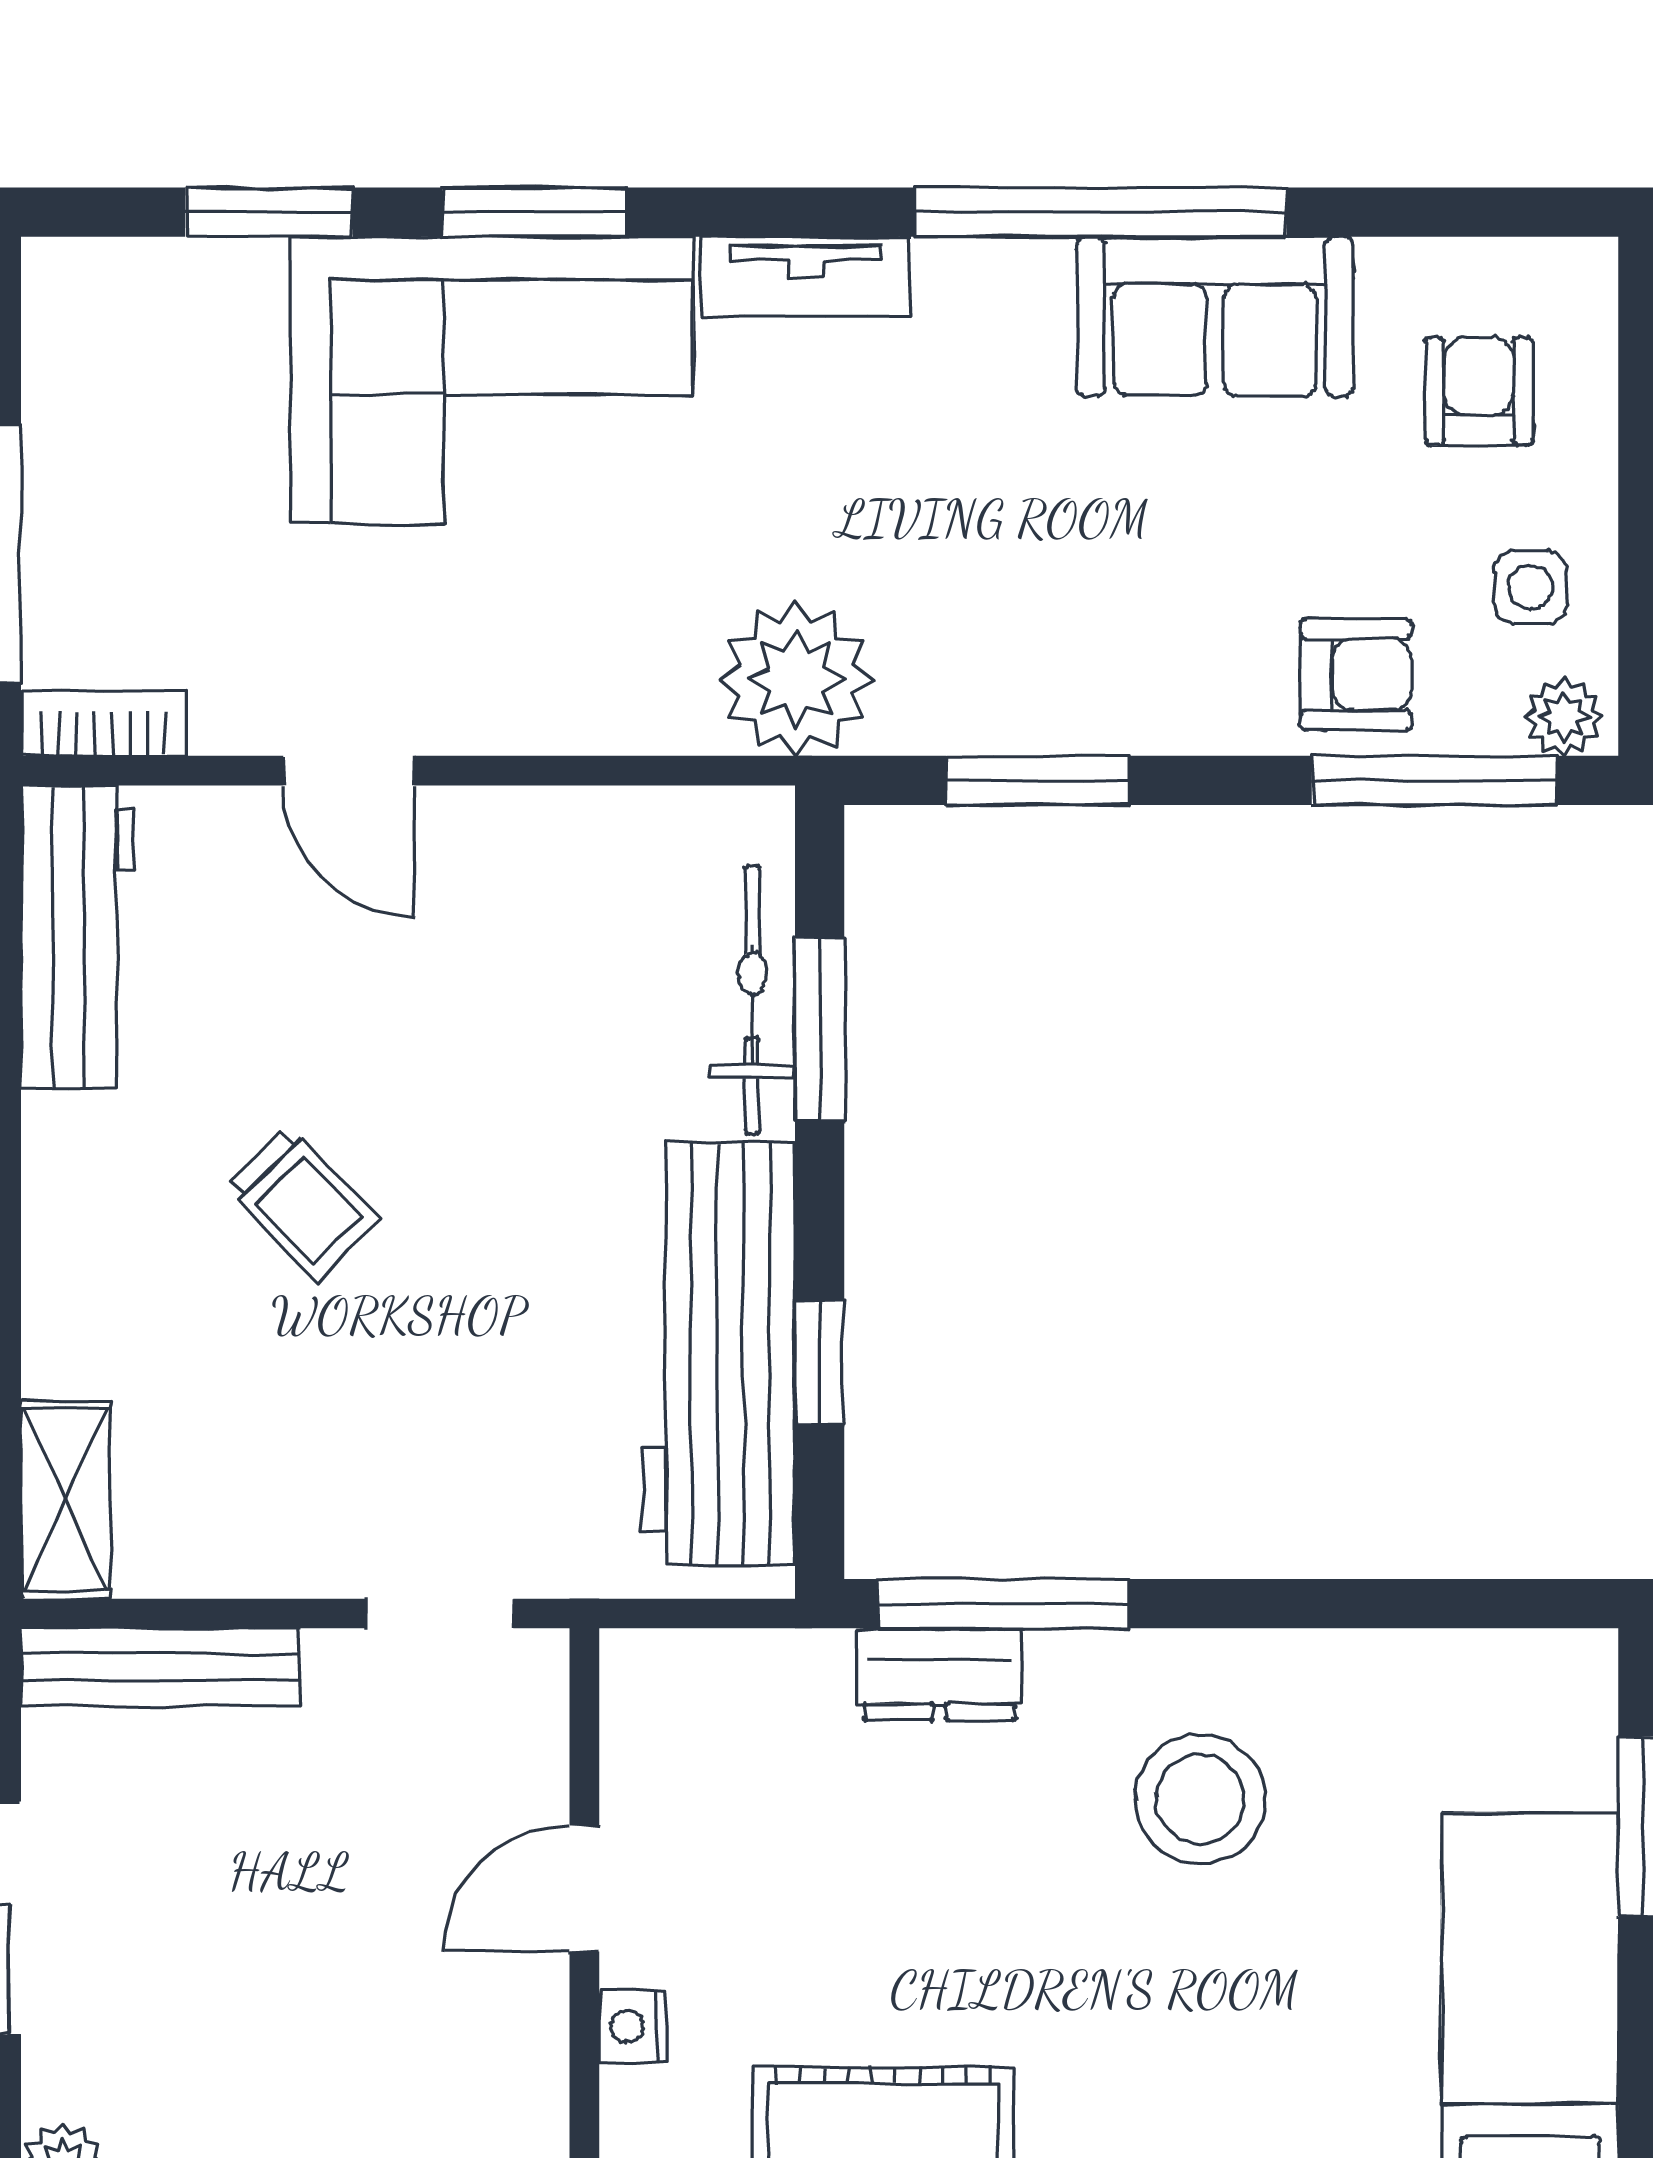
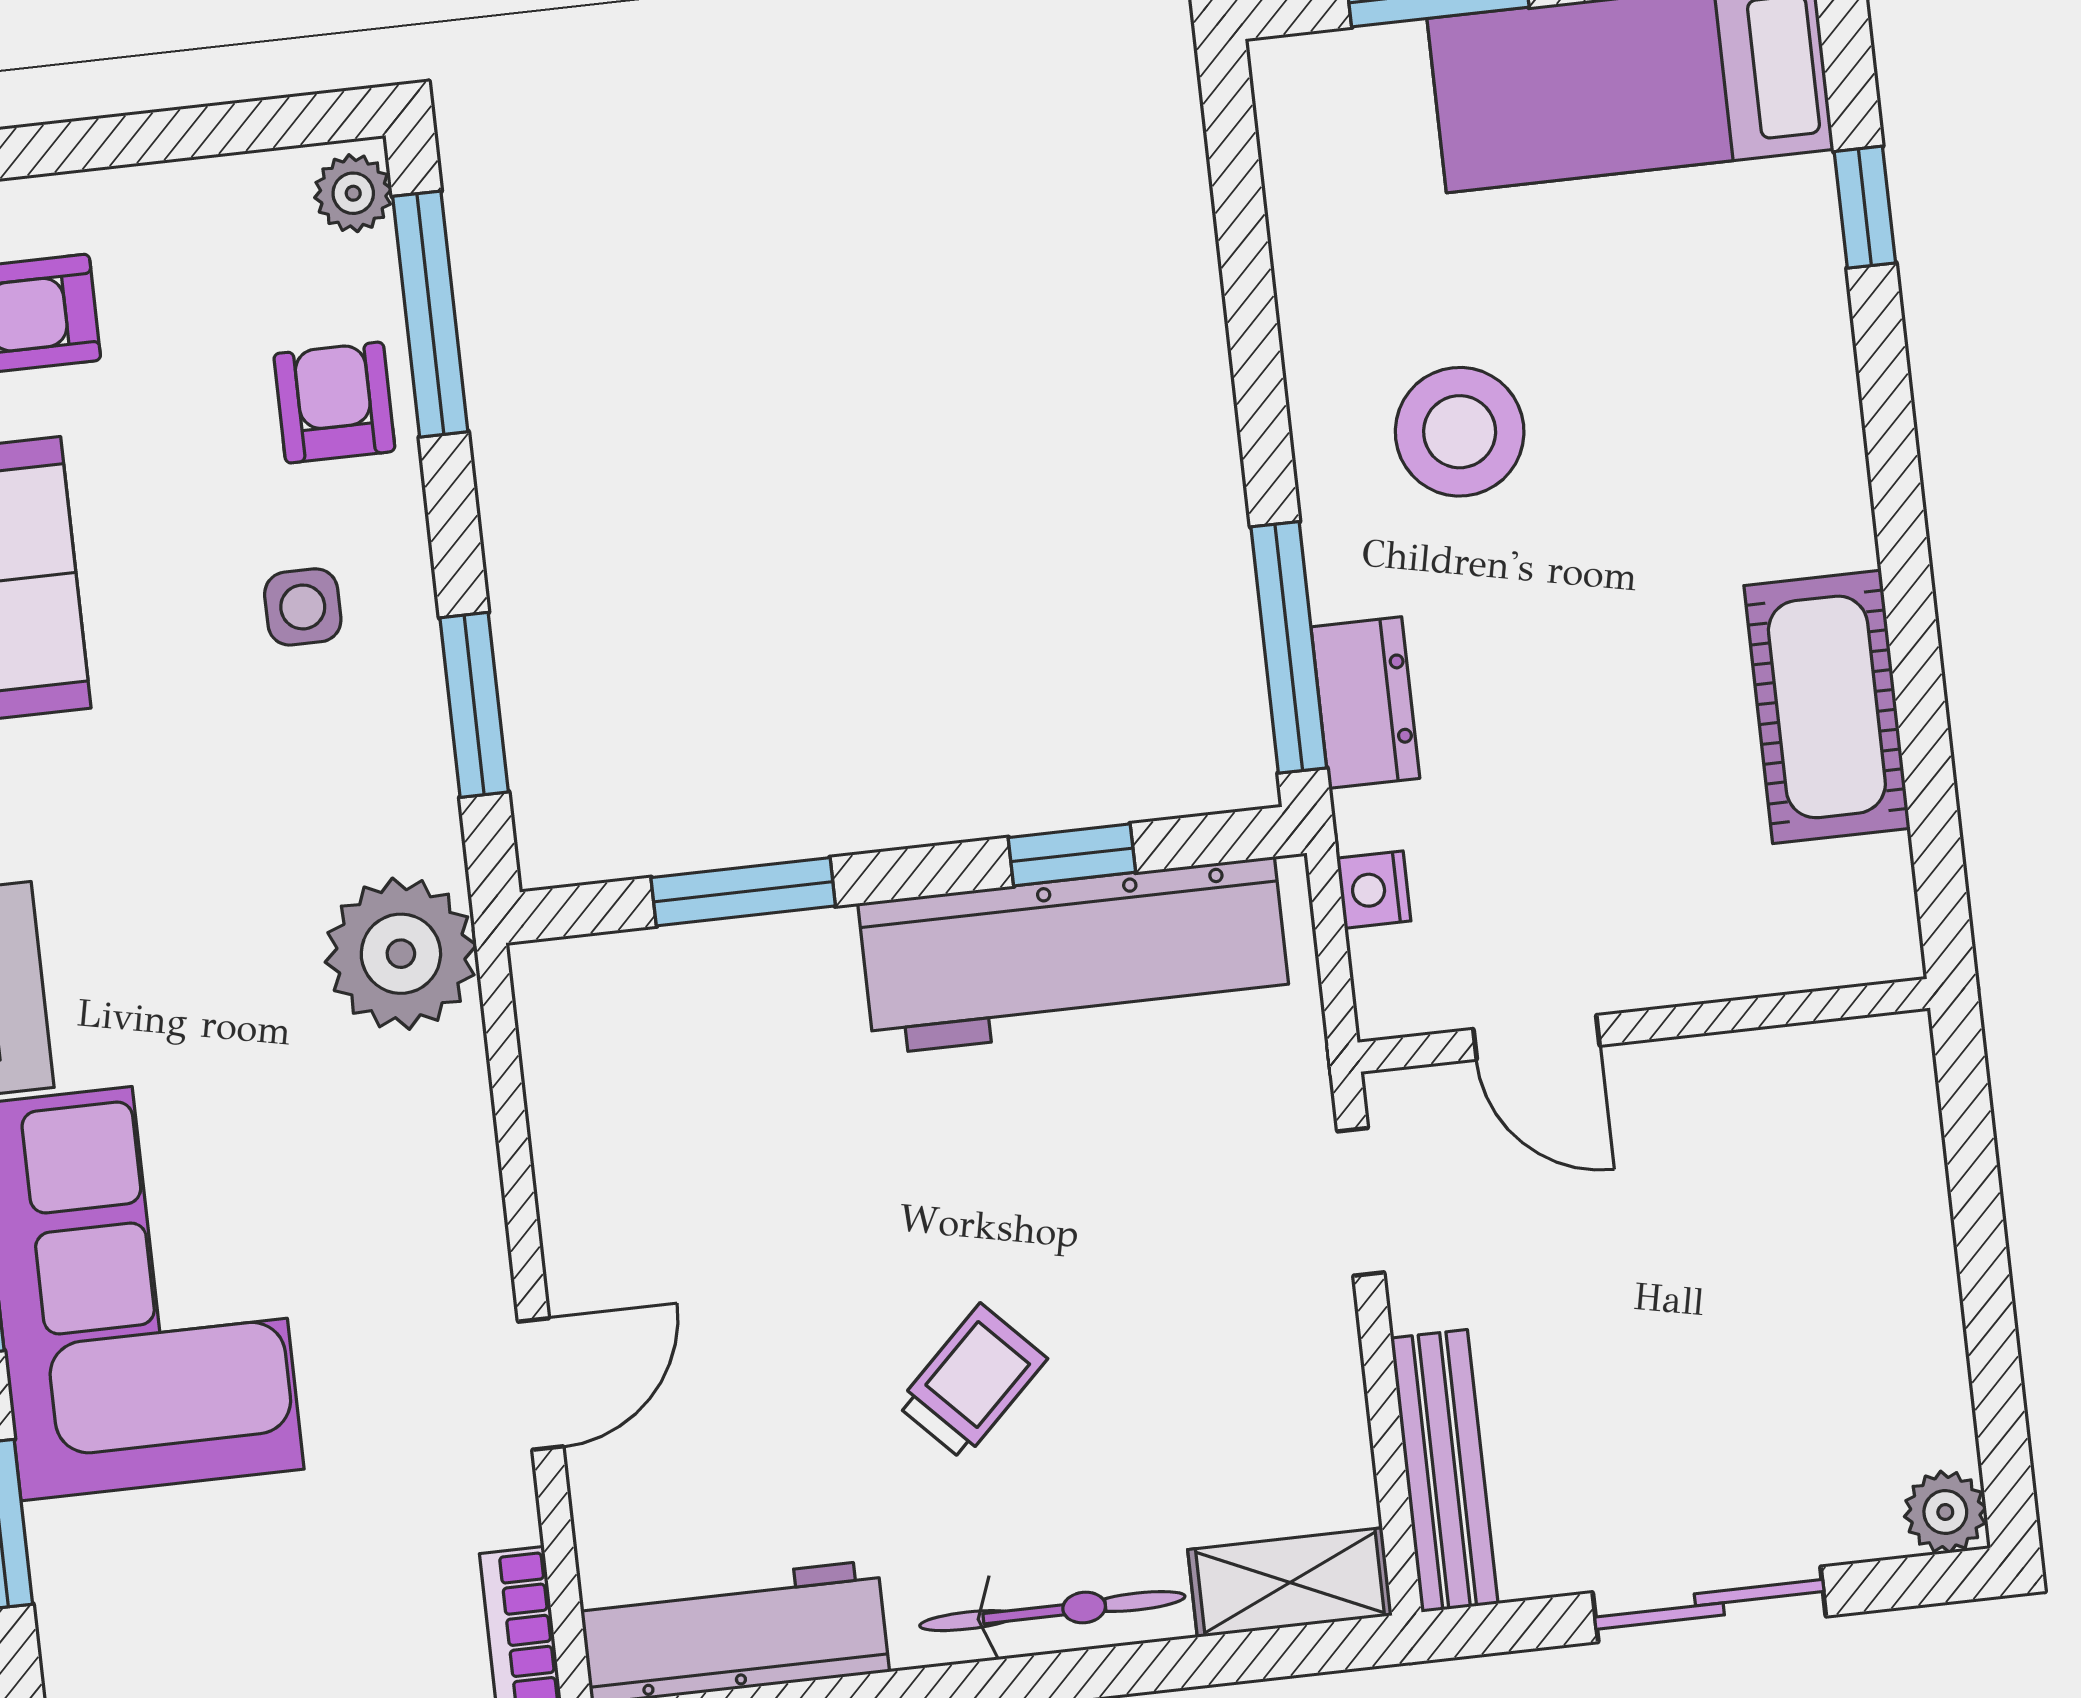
side table: (1530, 587) -> (303, 607), moved
bicycle: (752, 1000) -> (1052, 1611), moved, turned 180
door: (584, 1888) -> (1537, 1037), moved
nightstand: (633, 2027) -> (1374, 890), moved, turned 90

